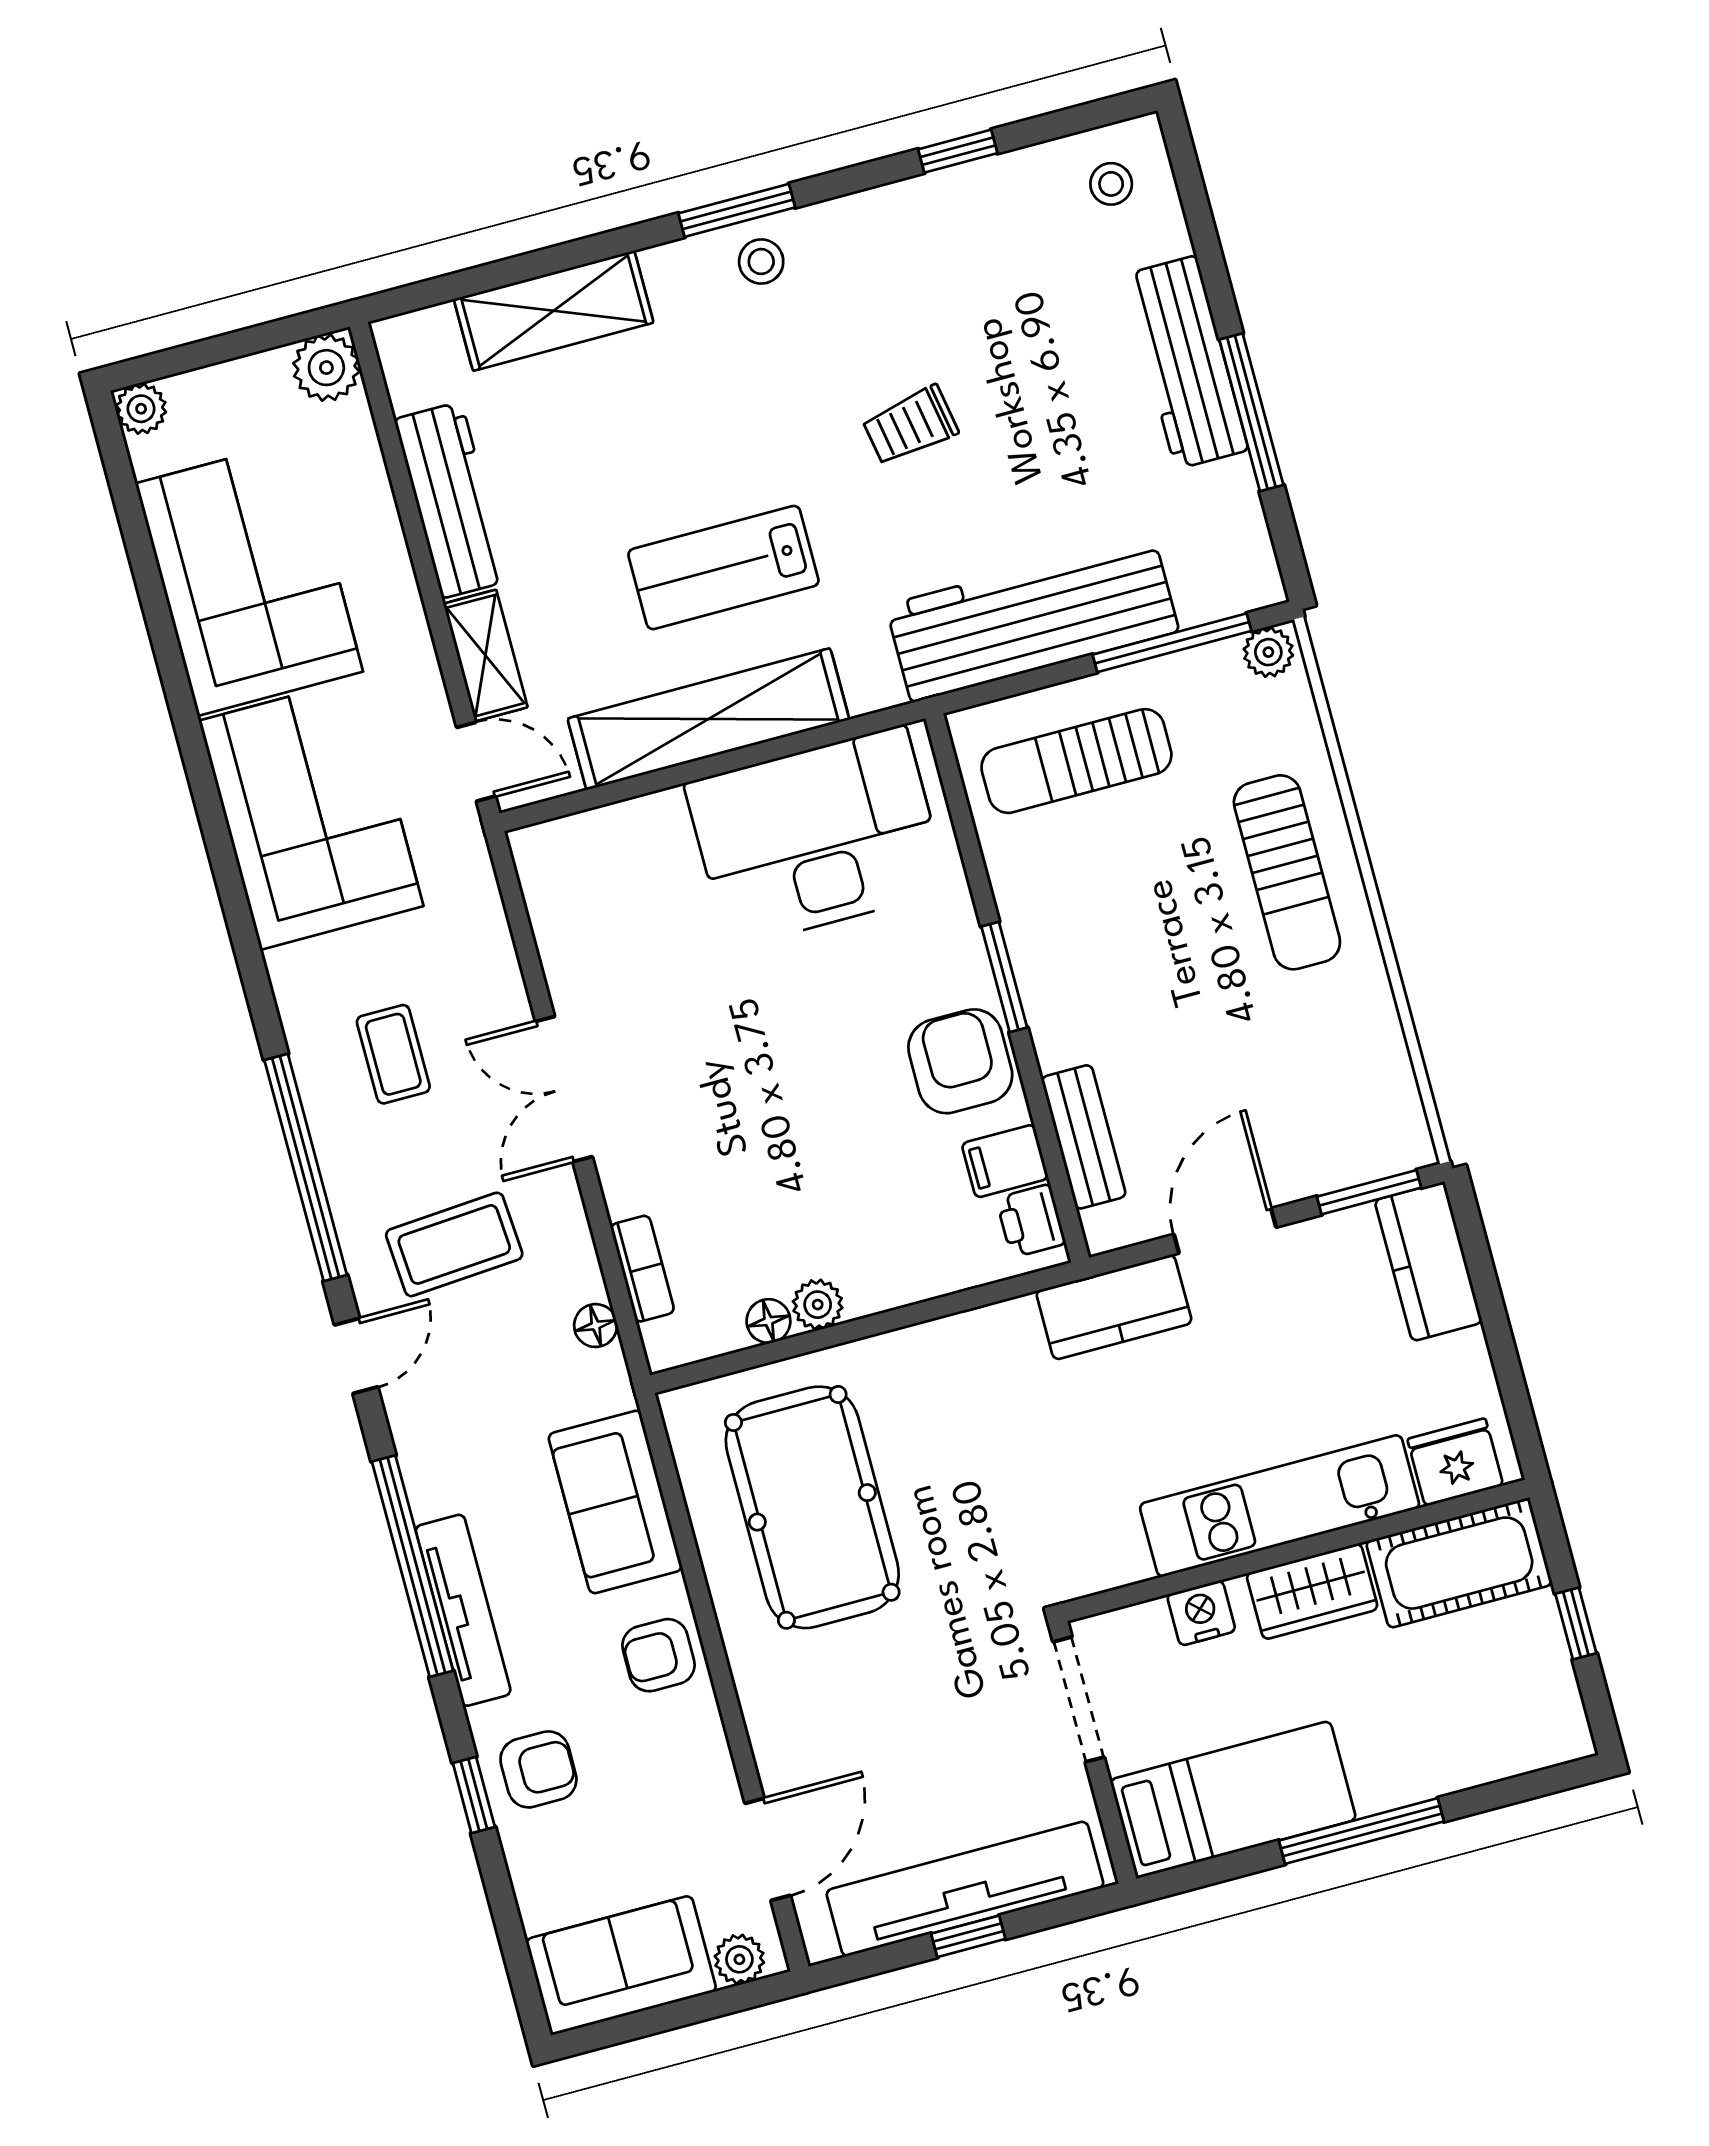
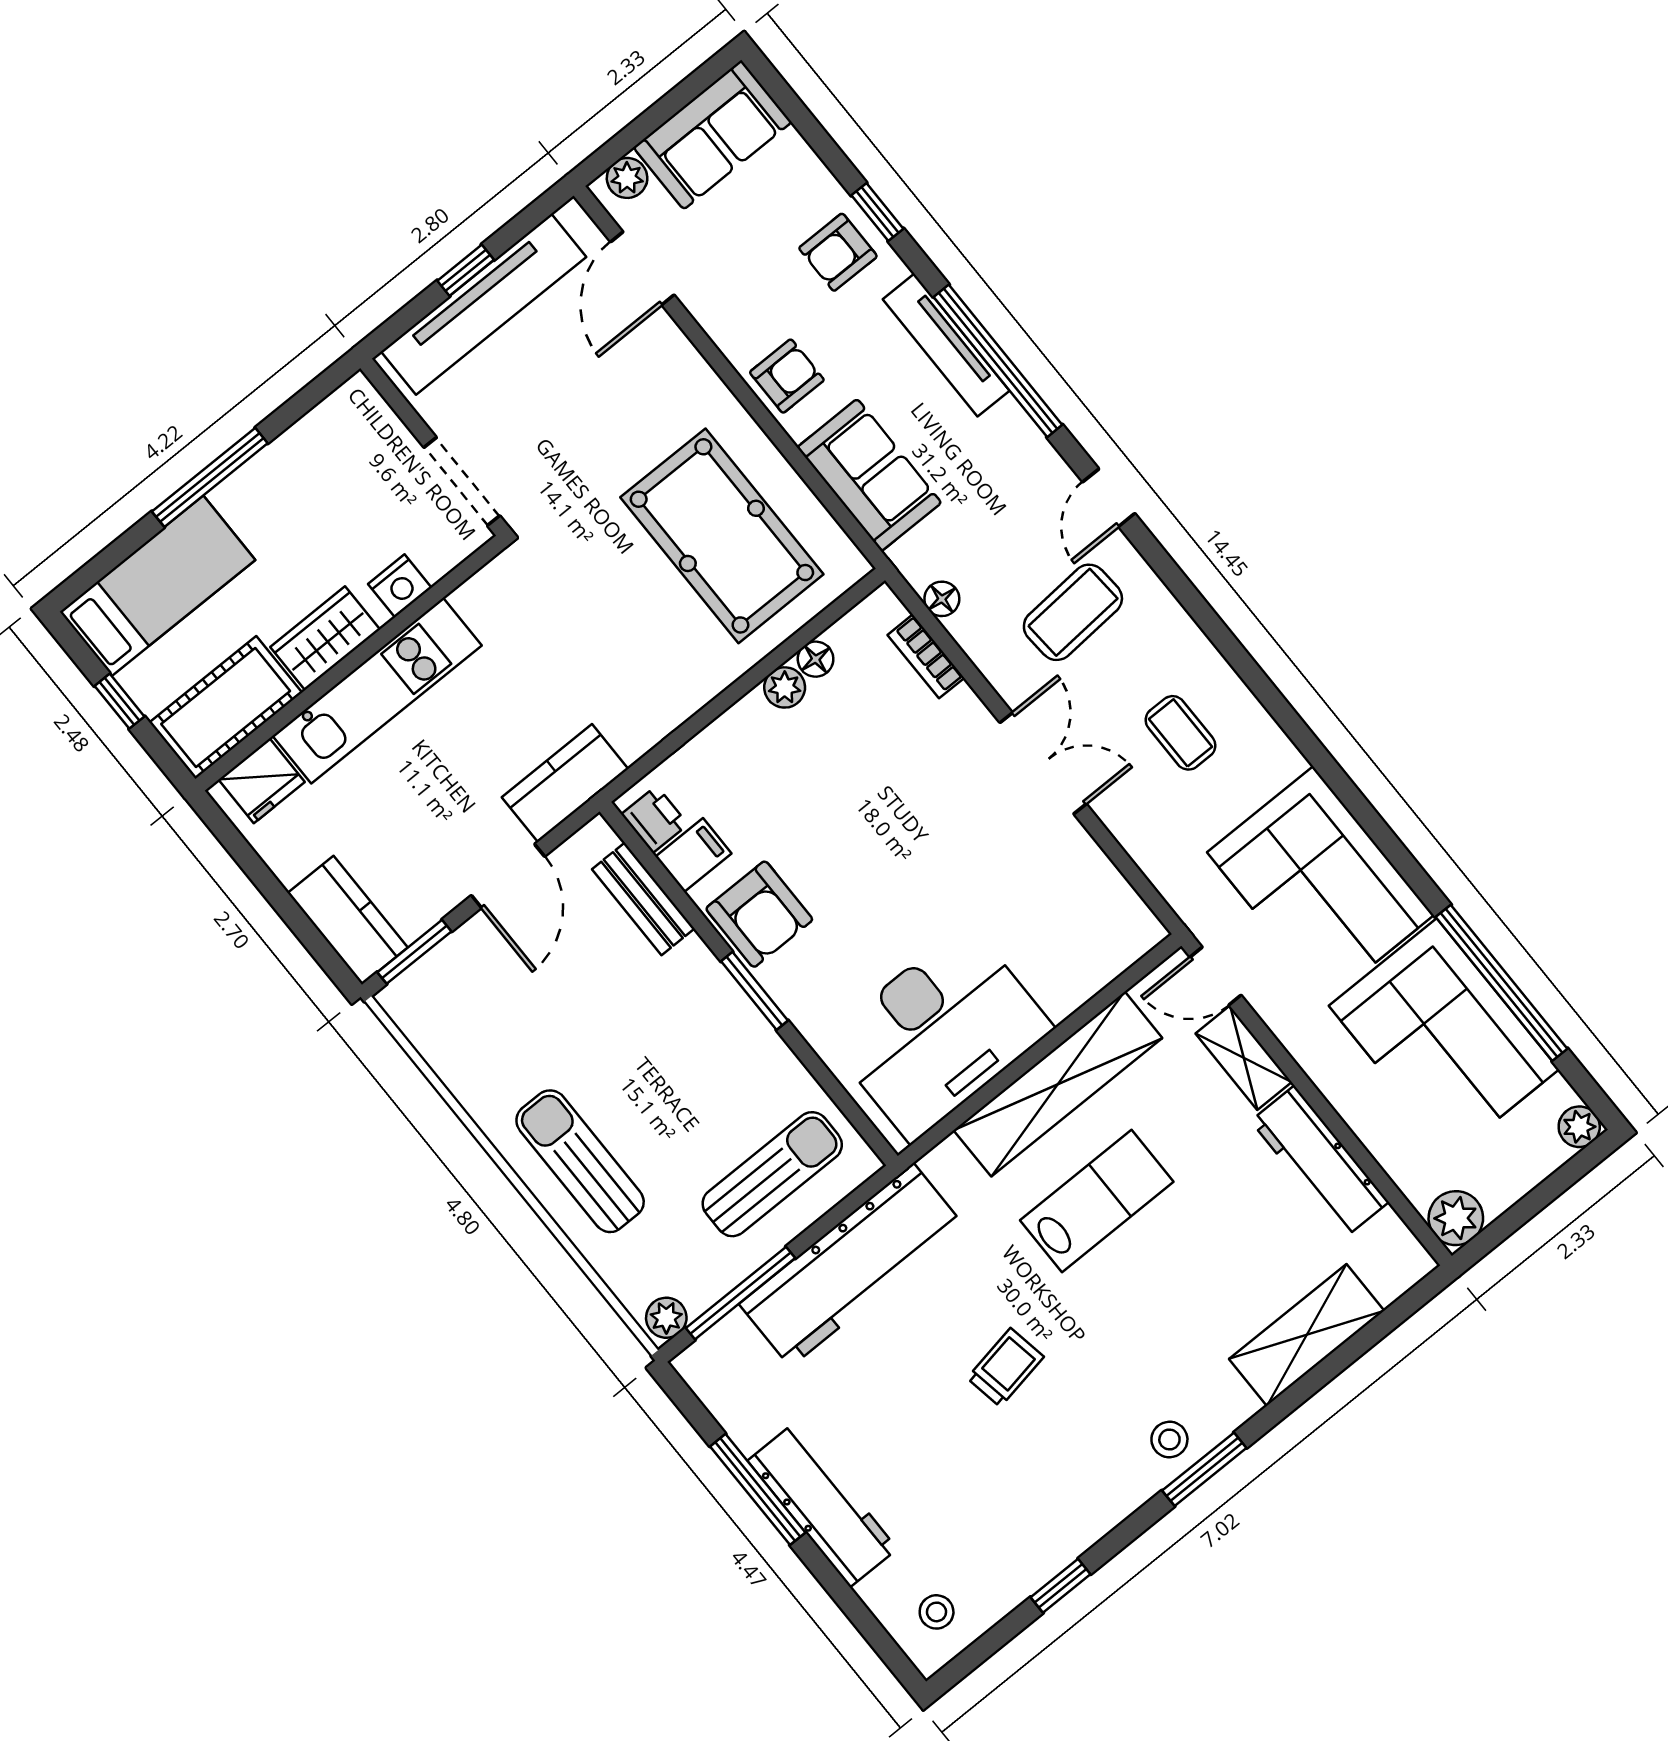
window: (306, 1167) -> (1502, 983), moved
bed: (1233, 1800) -> (157, 586), moved, turned 180

